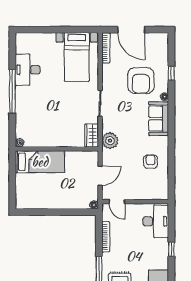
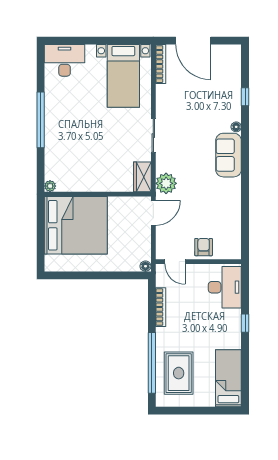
desk: (28, 70) -> (65, 60), moved, turned 90
armchair: (141, 81) -> (206, 106), removed
bed: (40, 162) -> (76, 225), width x2.04
armchair: (151, 162) -> (204, 247), moved
door: (100, 176) -> (153, 213), moved

